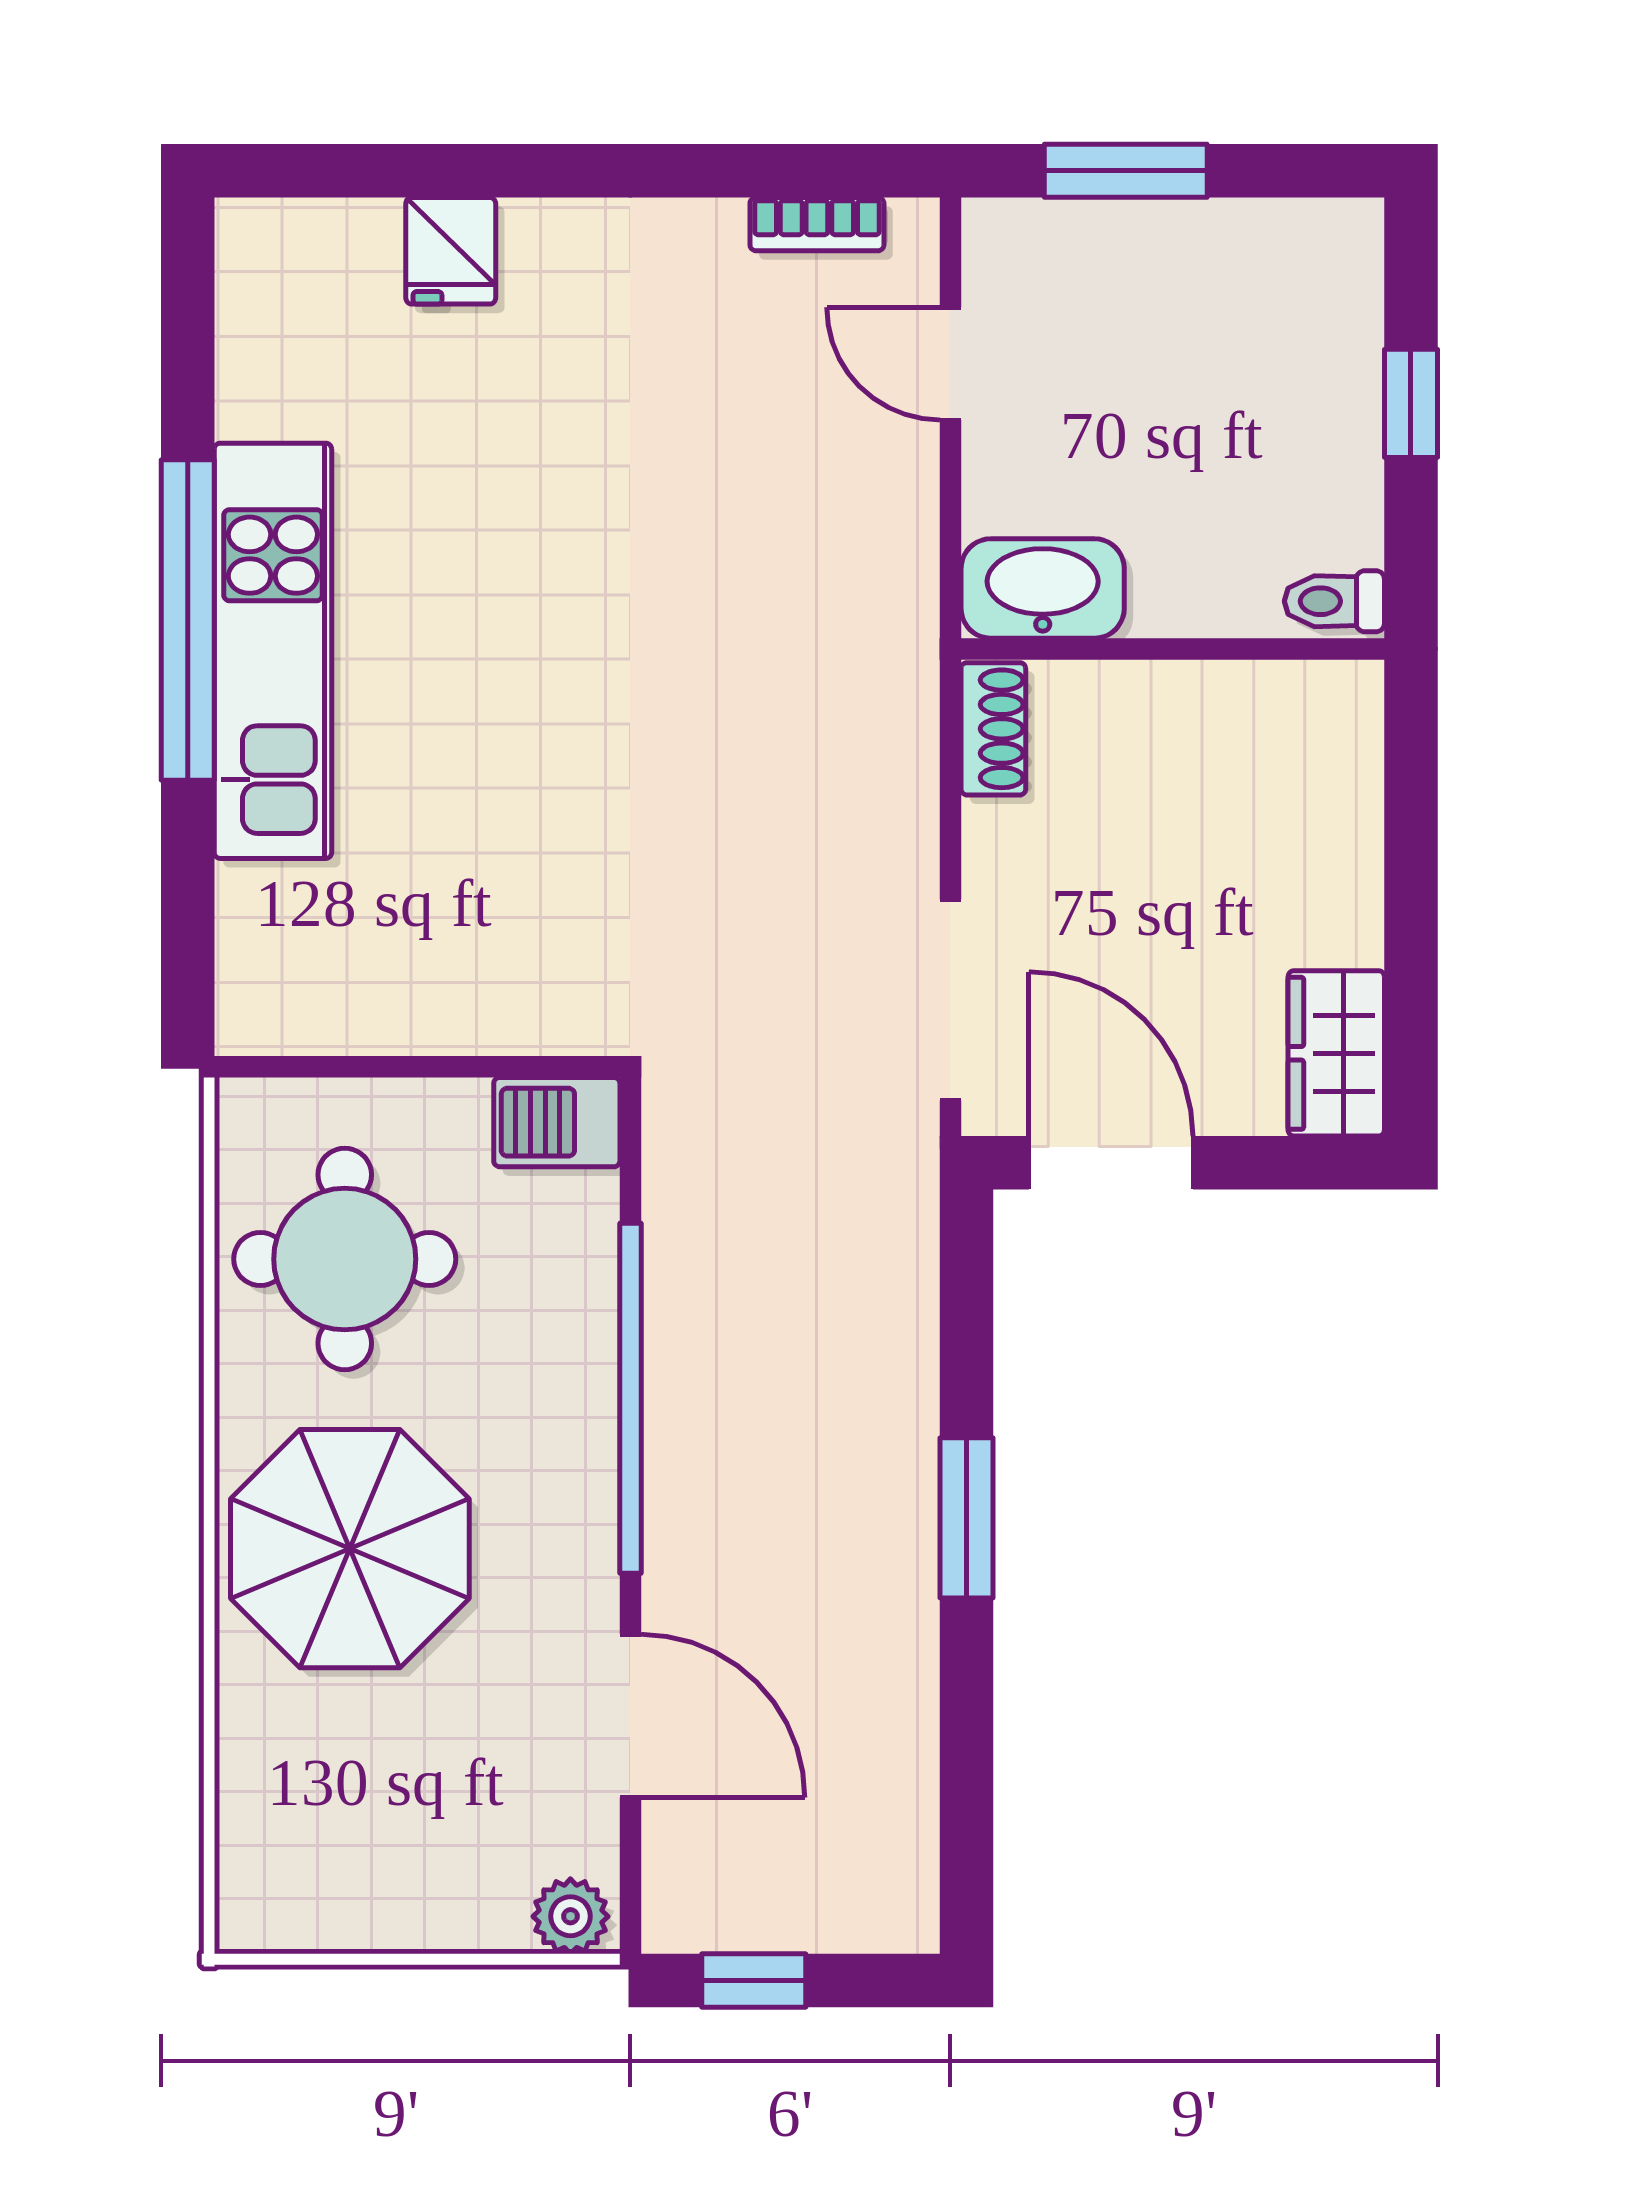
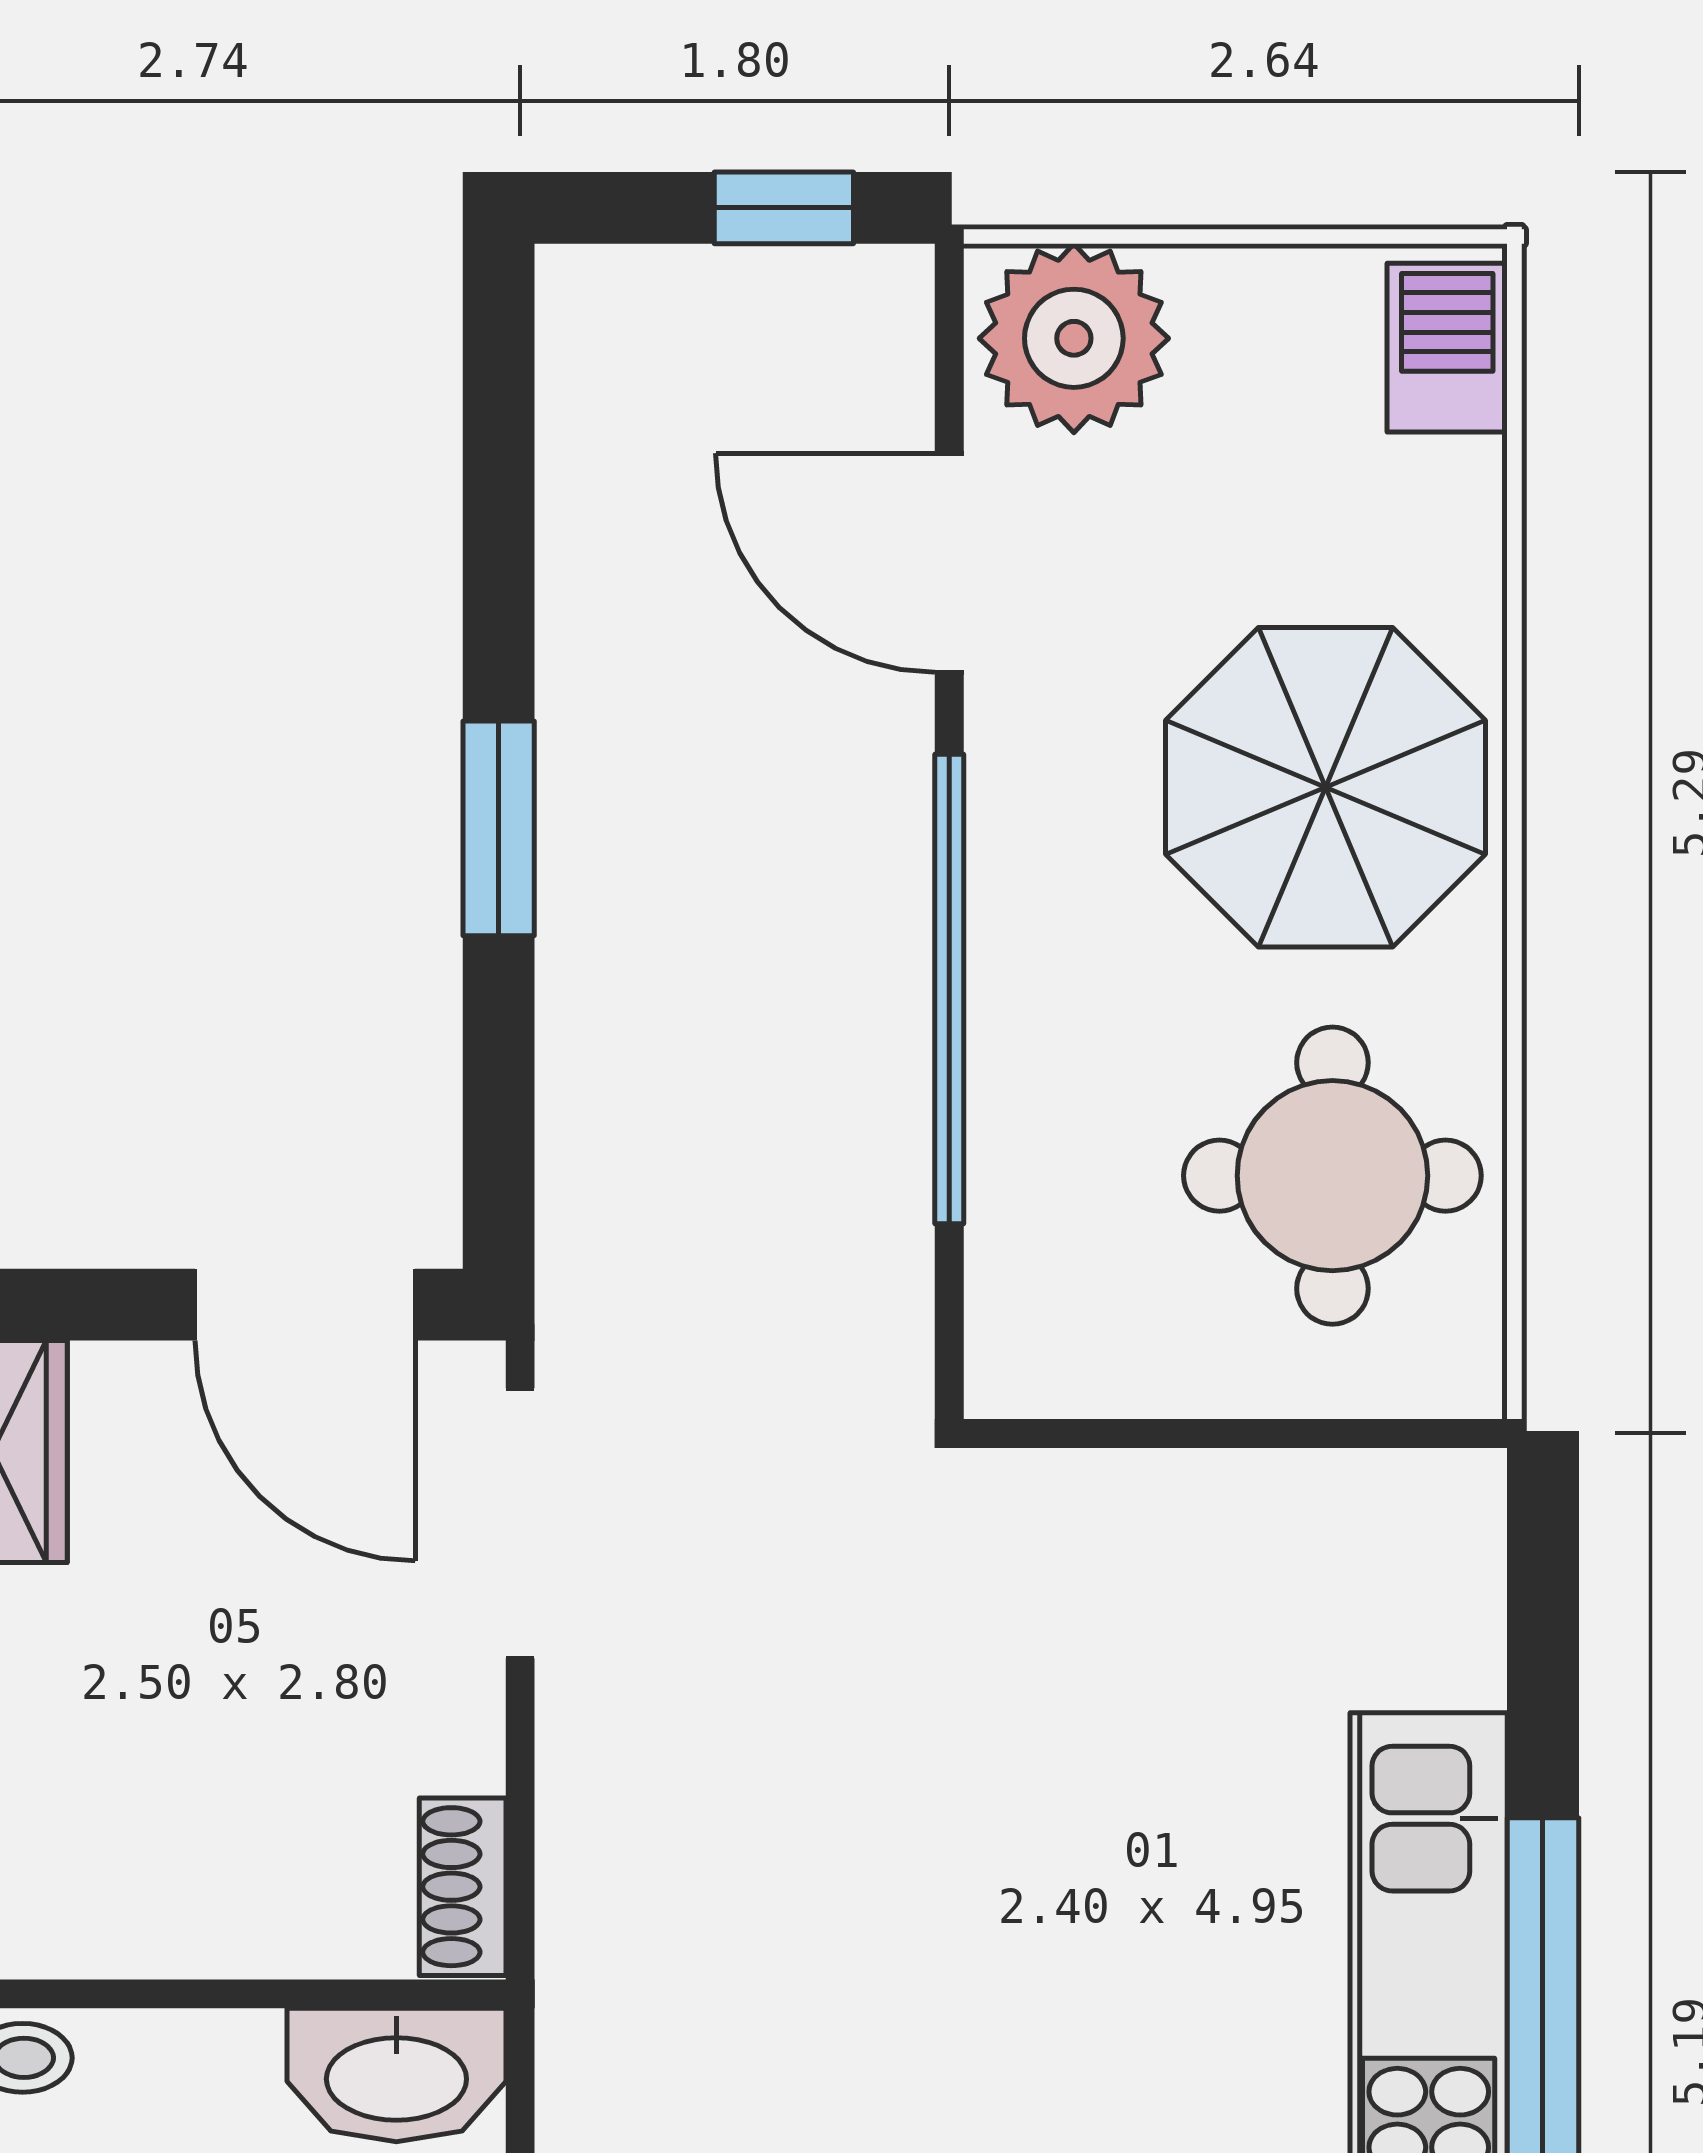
barbecue: (557, 1122) -> (1447, 348), moved, turned -90
plant: (570, 1916) -> (1074, 338), width x1.88, depth x1.88

